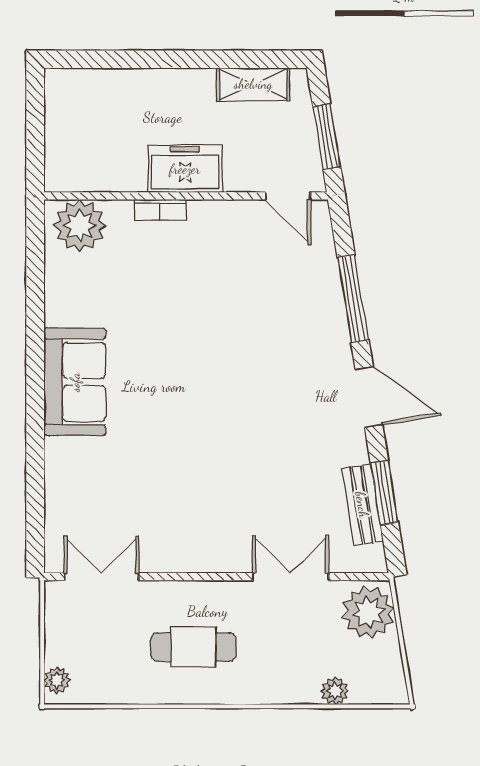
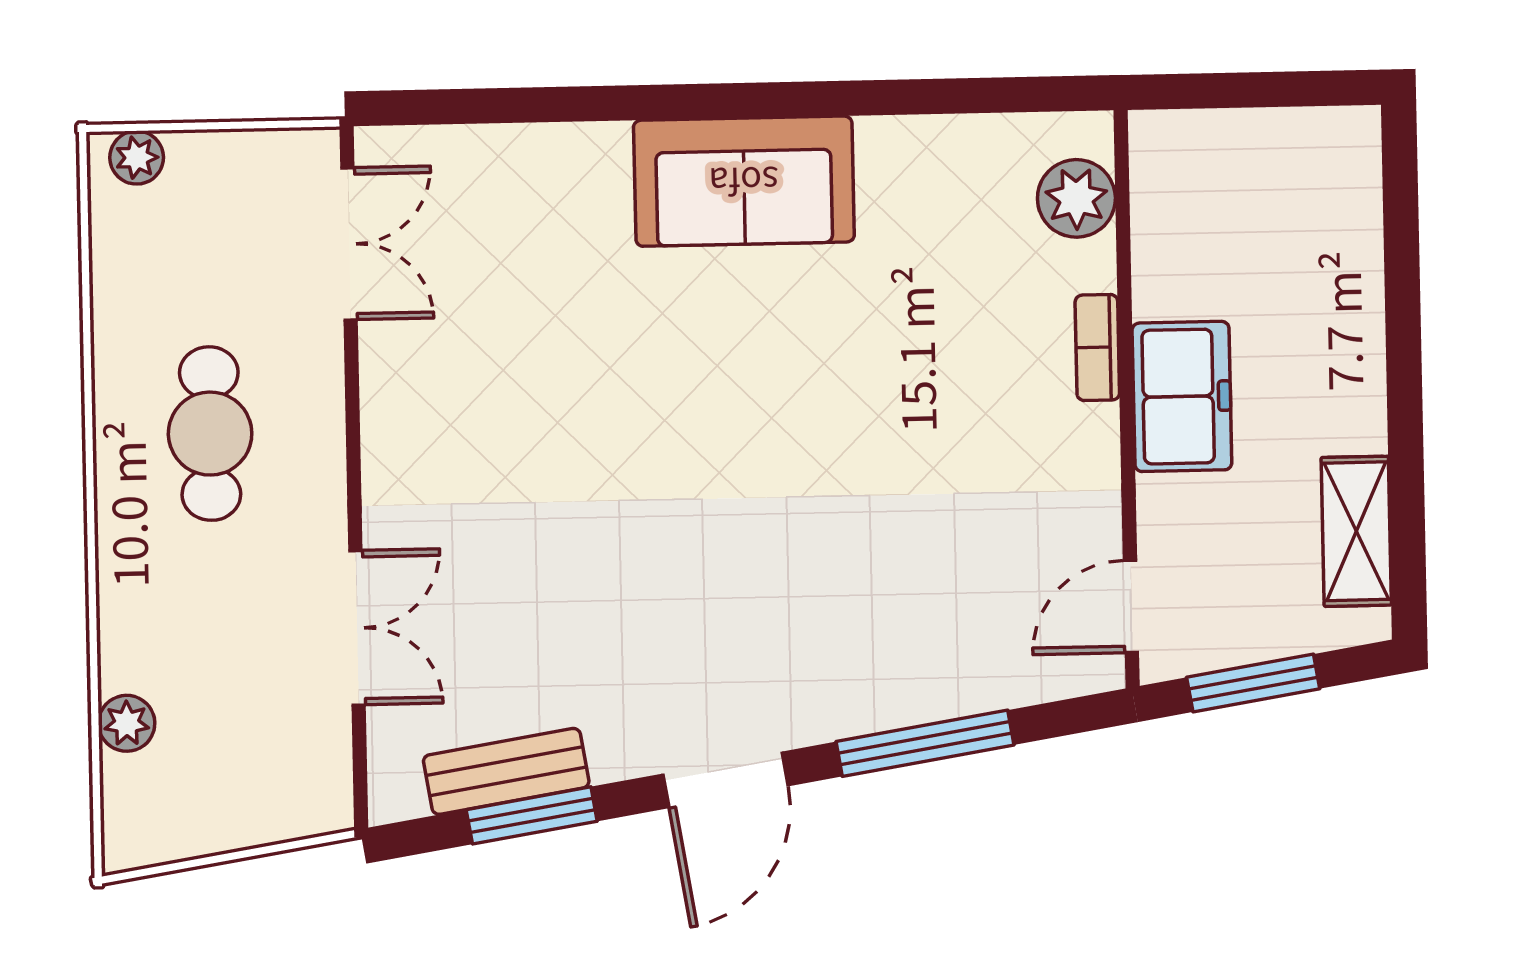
plant: (80, 226) -> (1076, 198), width x0.73, depth x0.73
plant: (368, 612) -> (288, 788), removed

